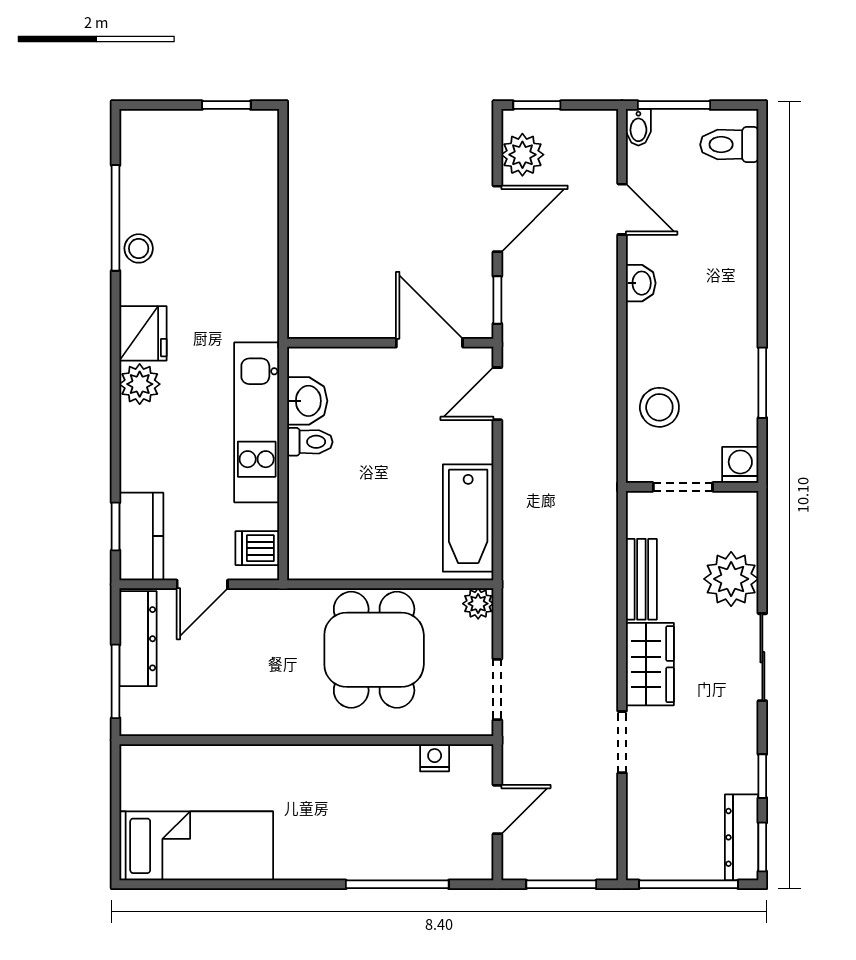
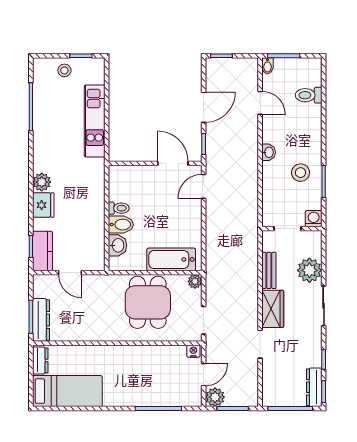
toilet: (729, 145) -> (309, 95), moved
plant: (522, 155) -> (215, 397), moved
stool: (139, 248) -> (64, 70), moved
washbasin: (641, 283) -> (269, 152), moved
fridge: (143, 333) -> (43, 205), moved
washbasin: (307, 401) -> (118, 245), moved
stool: (659, 407) -> (300, 173), moved
kitchen unit: (257, 422) -> (95, 121), moved
bidet: (315, 478) -> (121, 225), added
bathtub: (468, 518) -> (171, 259), moved, turned 90
dishwasher: (257, 548) -> (95, 256), removed
door: (202, 584) -> (70, 273), hinge flipped
dresser: (138, 639) -> (41, 320), moved
nightstand: (435, 758) -> (193, 351), moved
dresser: (136, 778) -> (40, 360), added

